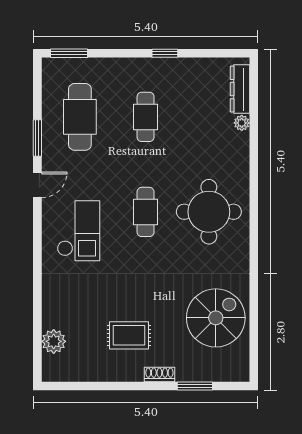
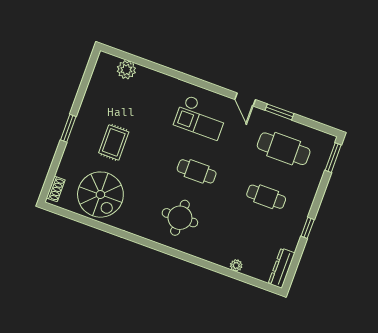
dresser: (240, 89) -> (282, 268), moved, turned -90
round table: (209, 212) -> (180, 218), width x0.73, depth x0.73
rug: (129, 335) -> (114, 142), moved
shoe rack: (159, 374) -> (56, 189), moved
window: (195, 386) -> (68, 128), moved

